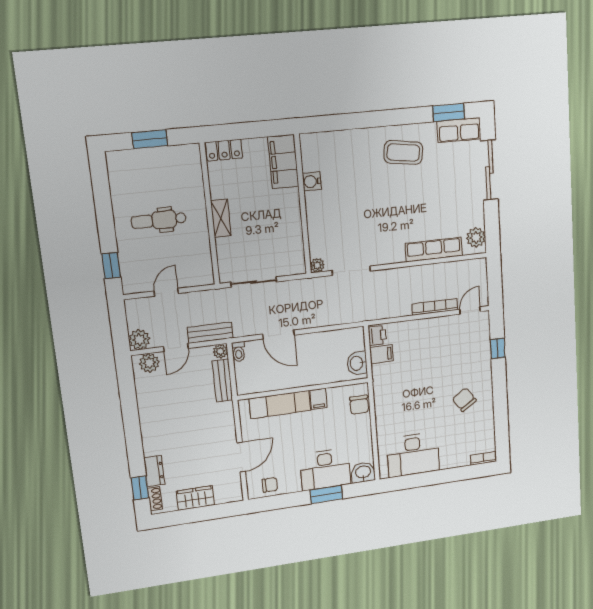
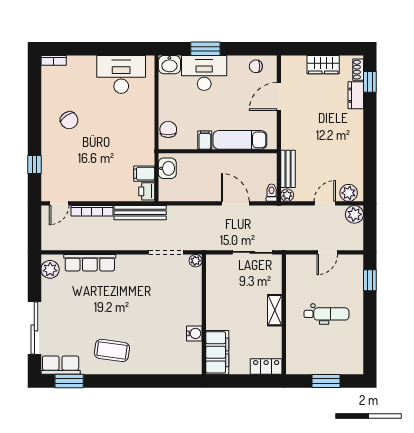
bench: (210, 333) -> (140, 213), moved, width x1.36

